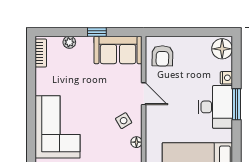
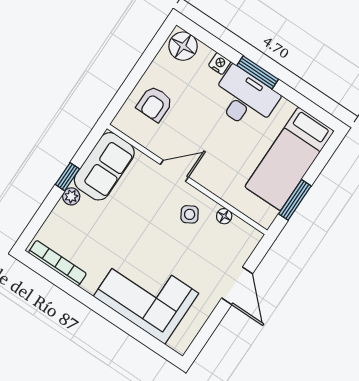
plant: (69, 42) -> (71, 196), moved
bookcase: (41, 53) -> (57, 263), width x1.56
armchair: (162, 56) -> (155, 104), moved, turned 89

